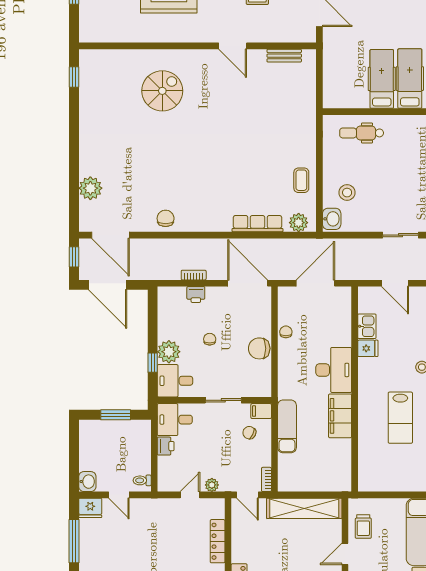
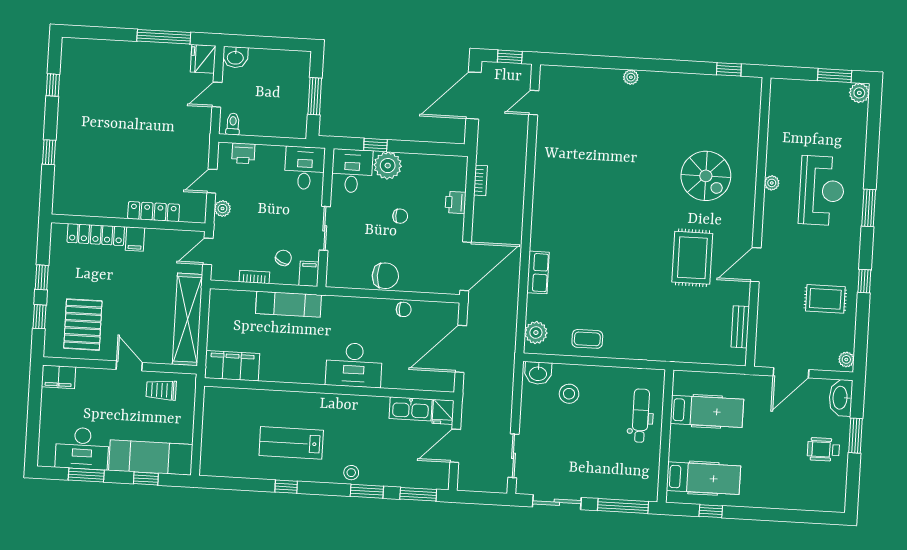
plant: (165, 37) -> (772, 183), added
hospital bed: (382, 79) -> (707, 411), moved
rug: (230, 98) -> (692, 258), added
plant: (90, 188) -> (631, 77), moved, width x0.53, depth x0.53
chair: (166, 218) -> (550, 171), removed
row of seats: (257, 224) -> (538, 272), width x0.68
door: (110, 235) -> (534, 103), width x0.53
bookcase: (194, 275) -> (481, 180), moved
door: (315, 283) -> (461, 349), swing flipped
kitchen sink: (367, 326) -> (411, 409), width x1.38
chair: (259, 348) -> (385, 276), turned 90
fridge: (368, 348) -> (443, 412), moved
filing cabinet: (340, 416) -> (232, 366), moved
printer: (166, 446) -> (243, 153), moved
bookcase: (266, 479) -> (254, 277), moved
door: (190, 495) -> (212, 181), swing flipped
filing cabinet: (241, 555) -> (135, 239), added

